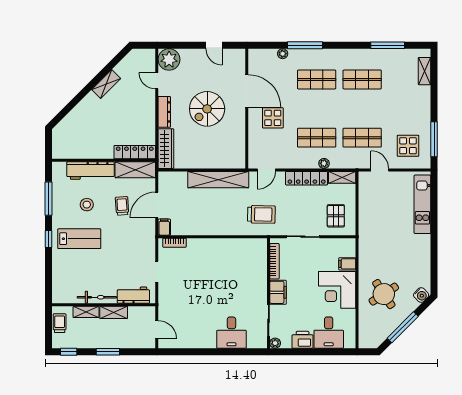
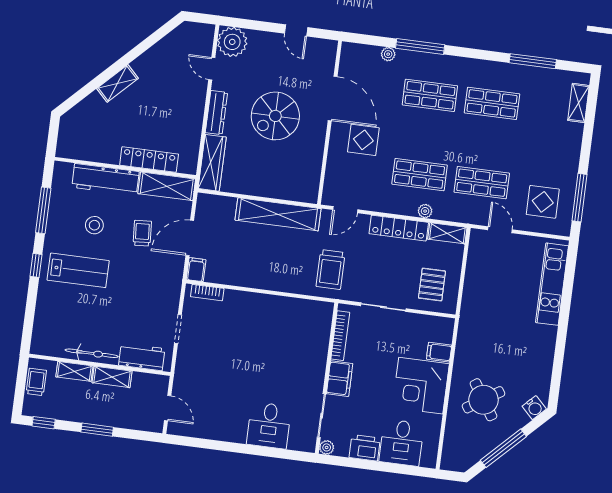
shelving: (106, 84) -> (117, 83), moved
locker: (135, 152) -> (149, 160), moved
trolley: (261, 214) -> (331, 269), turned 89

